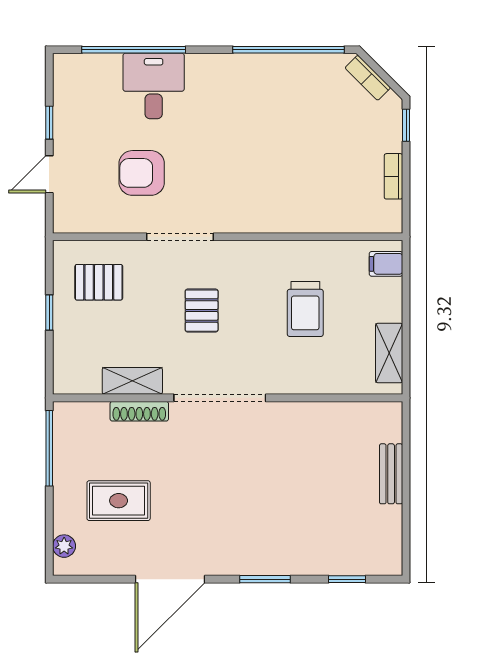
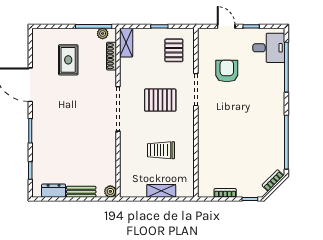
desk: (154, 86) -> (269, 48), moved
filing cabinet: (386, 264) -> (183, 189), removed
pallet: (202, 311) -> (160, 100), width x1.50, depth x1.42
shelving: (389, 353) -> (161, 191), moved
shelving: (132, 381) -> (126, 43), moved
shoe rack: (139, 411) -> (111, 56), moved
plant: (390, 414) -> (110, 191), added
dresser: (389, 531) -> (54, 191), added
plant: (64, 546) -> (103, 34), moved

